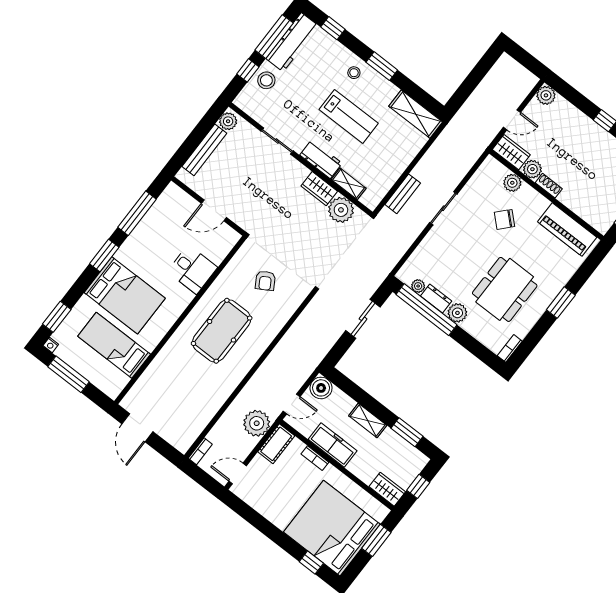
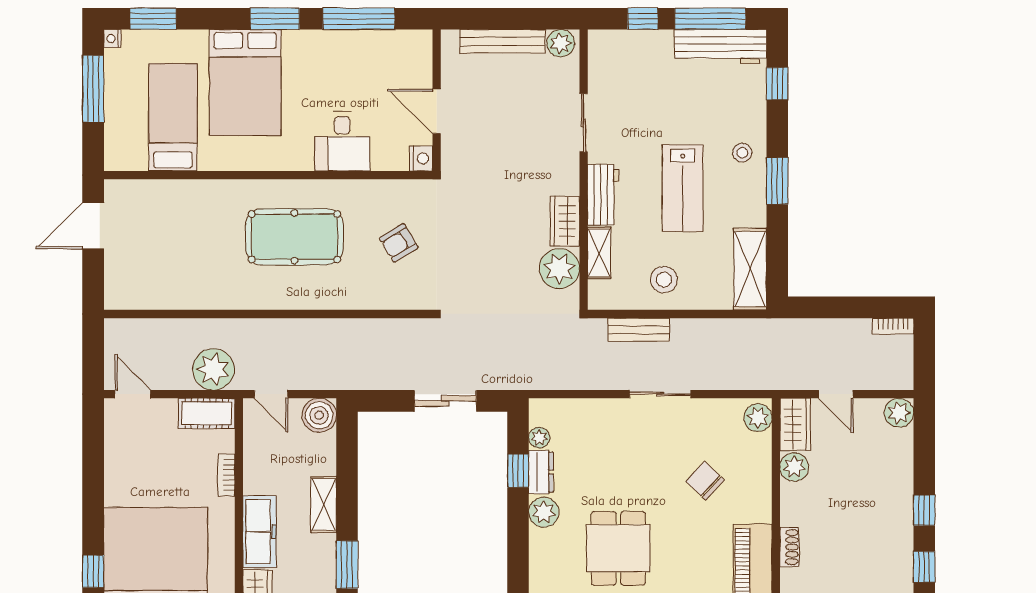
stool: (266, 80) -> (664, 280), moved
plant: (512, 183) -> (758, 418), moved
shoe rack: (549, 186) -> (789, 547), moved
nightstand: (232, 237) -> (421, 159), added
dining table: (505, 289) -> (618, 548), width x0.73
window: (426, 310) -> (518, 471), width x0.32
freezer: (333, 445) -> (259, 532), moved
bookcase: (200, 451) -> (893, 326), moved

